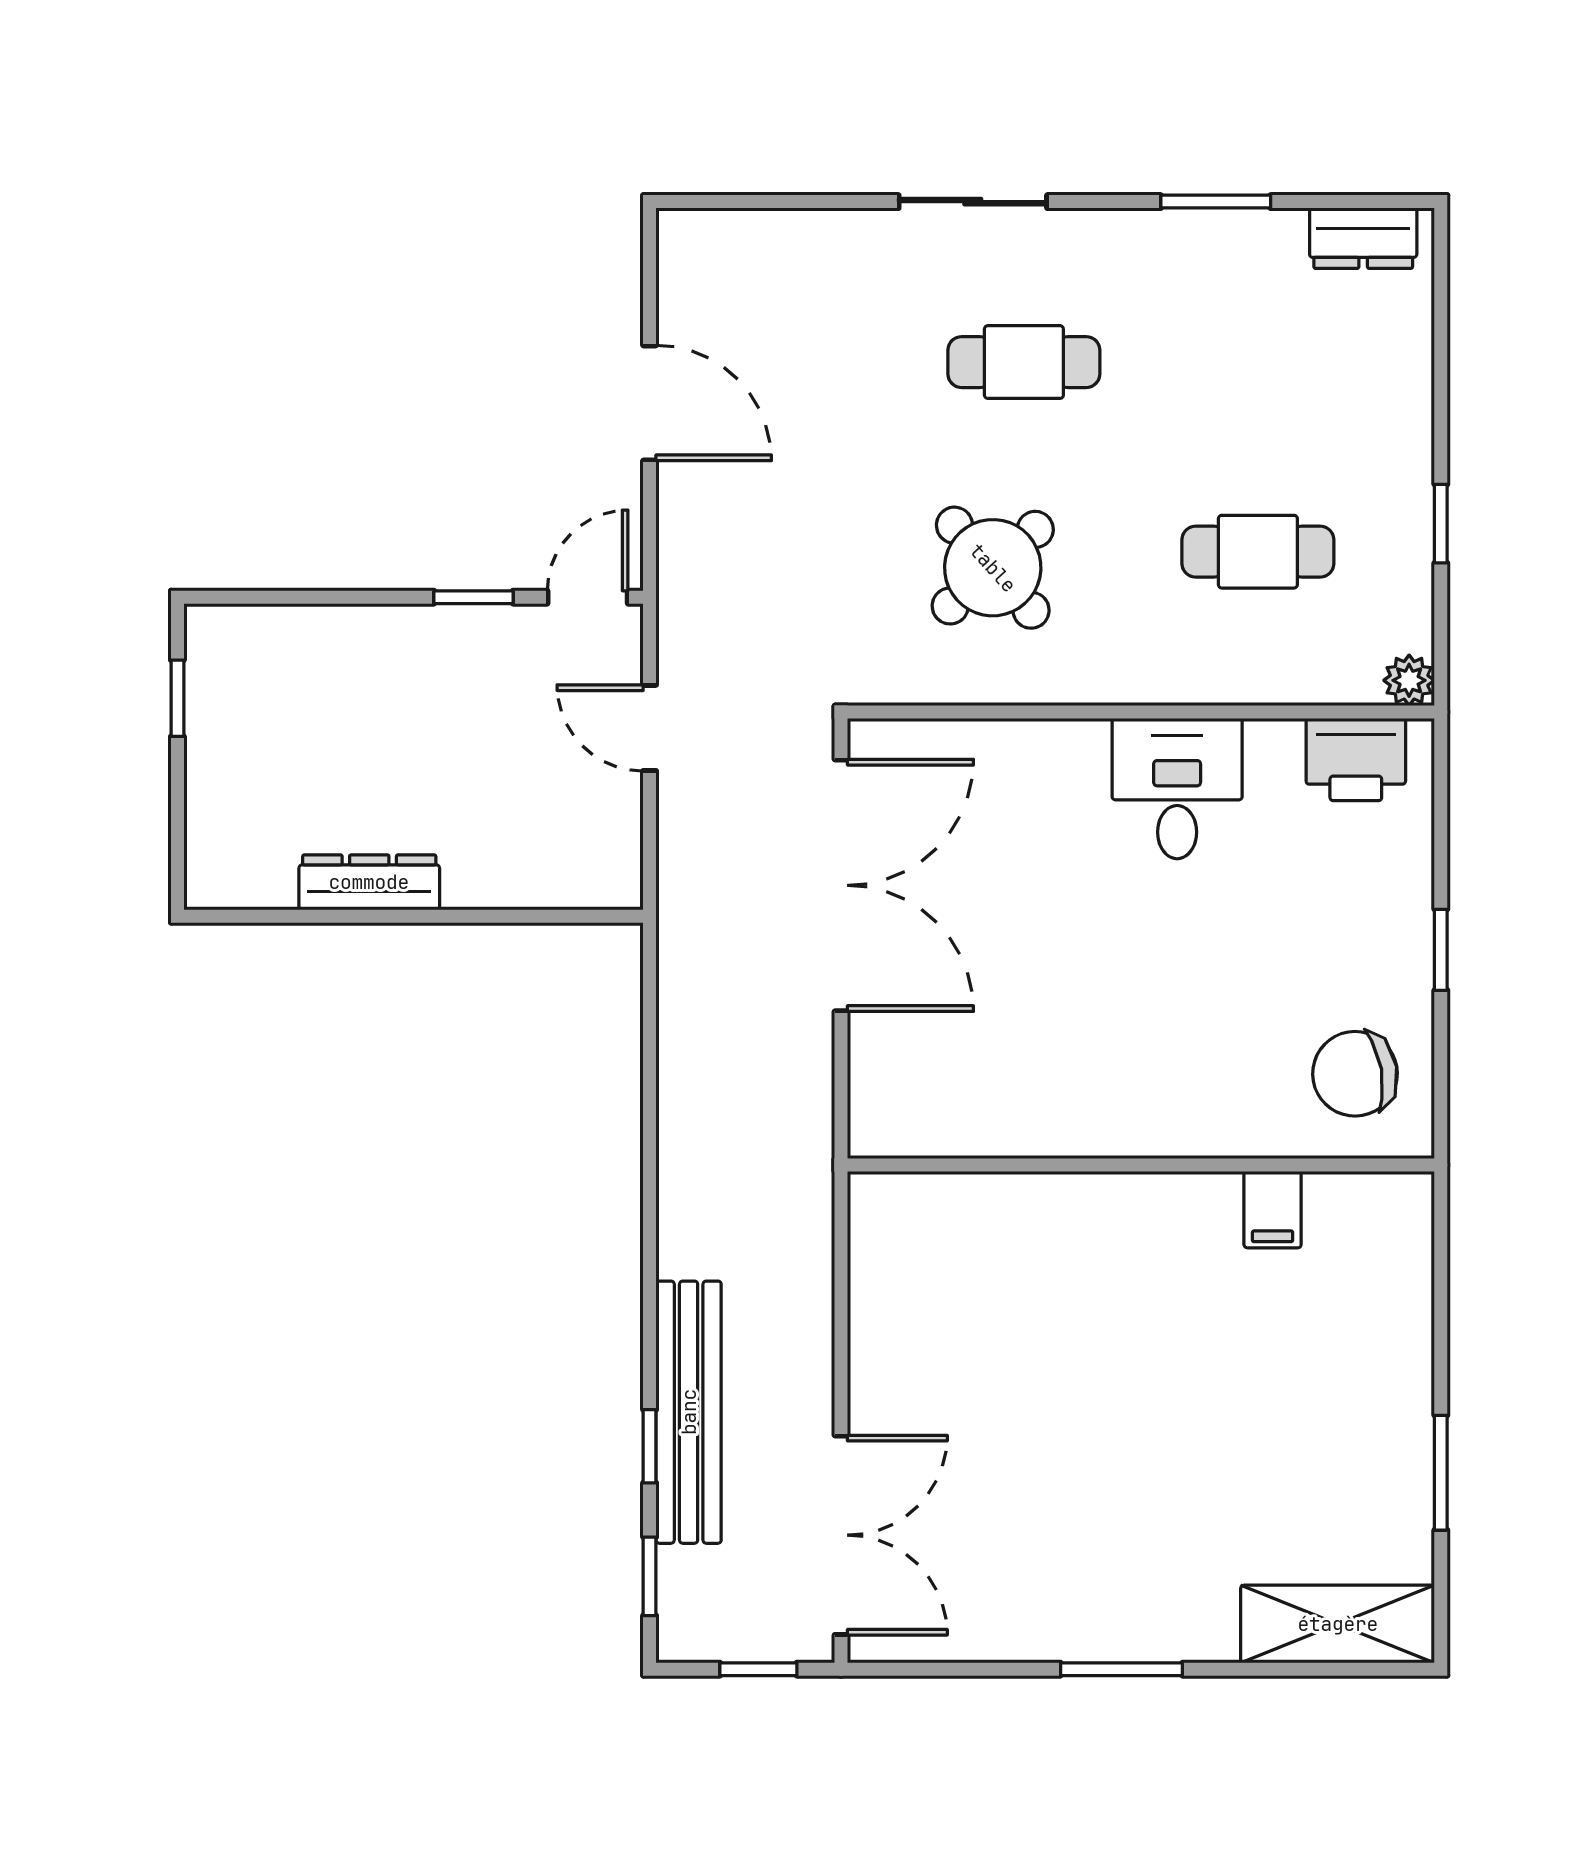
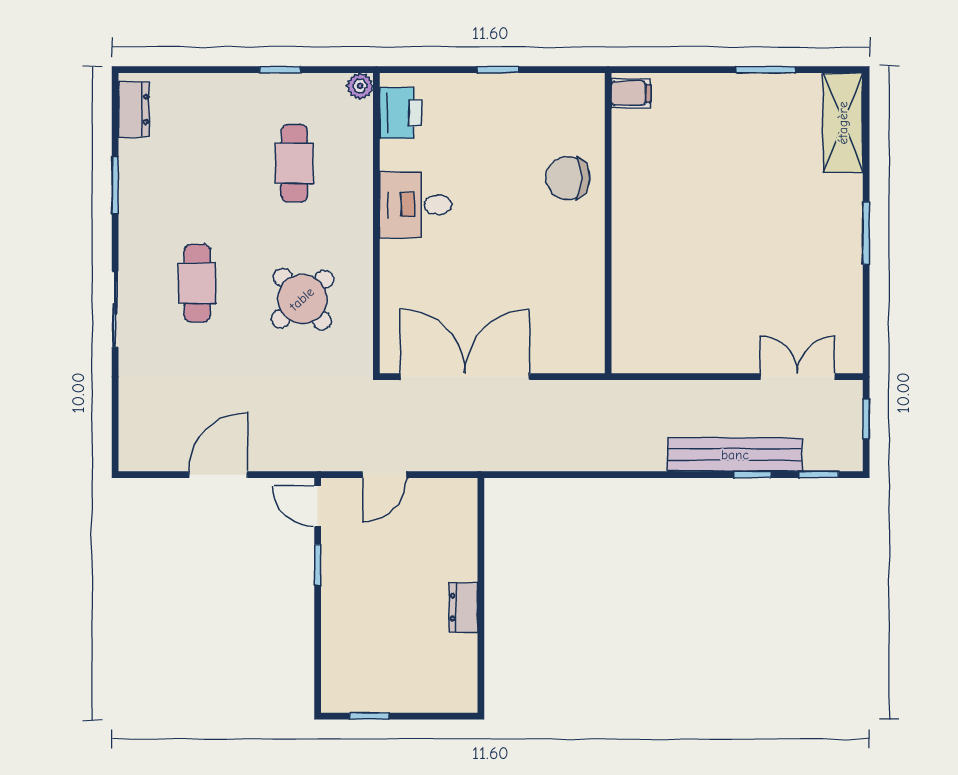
dresser: (369, 882) -> (463, 607), width x0.70
chair: (1355, 1074) -> (568, 178), moved, turned 100
filing cabinet: (1273, 1210) -> (631, 93), moved
double door: (841, 1535) -> (798, 377), width x0.73

